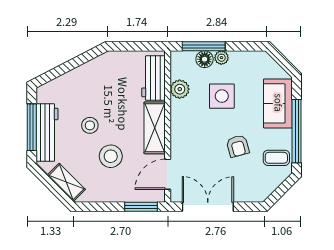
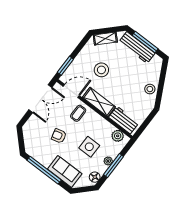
window: (204, 46) -> (114, 165), moved
floor lamp: (205, 59) -> (95, 177), moved
plant: (180, 89) -> (118, 136), moved
stool: (90, 125) -> (150, 89), moved
coffee table: (276, 158) -> (78, 113), moved
door: (168, 174) -> (71, 91), hinge flipped

